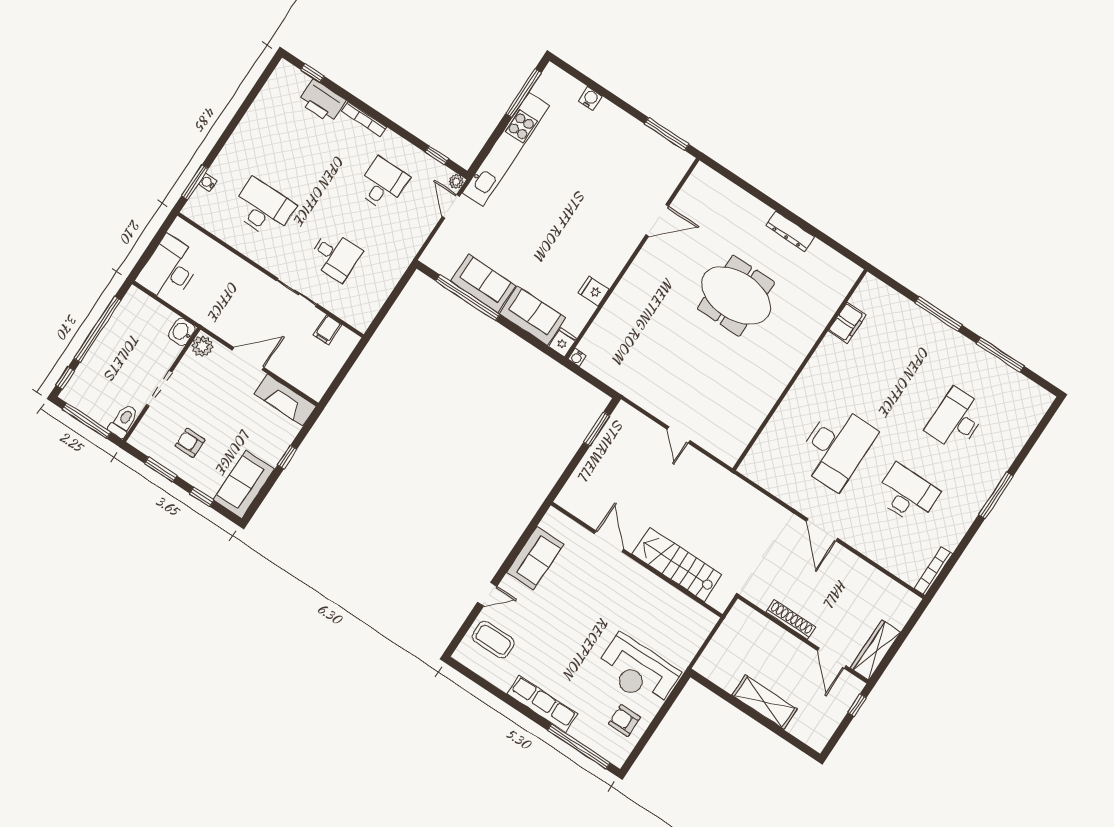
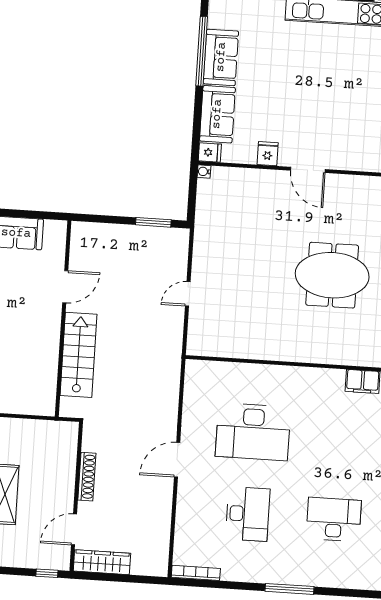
door: (657, 221) -> (308, 170), moved
meeting table: (736, 296) -> (332, 275), turned 90

